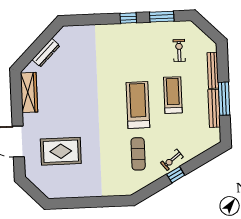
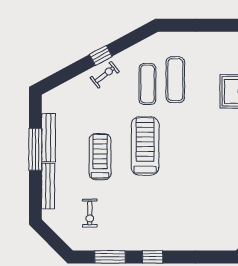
treadmill: (173, 95) -> (100, 157), turned 180
treadmill: (138, 105) -> (145, 146), turned 180
exercise mat: (116, 158) -> (175, 80), added

